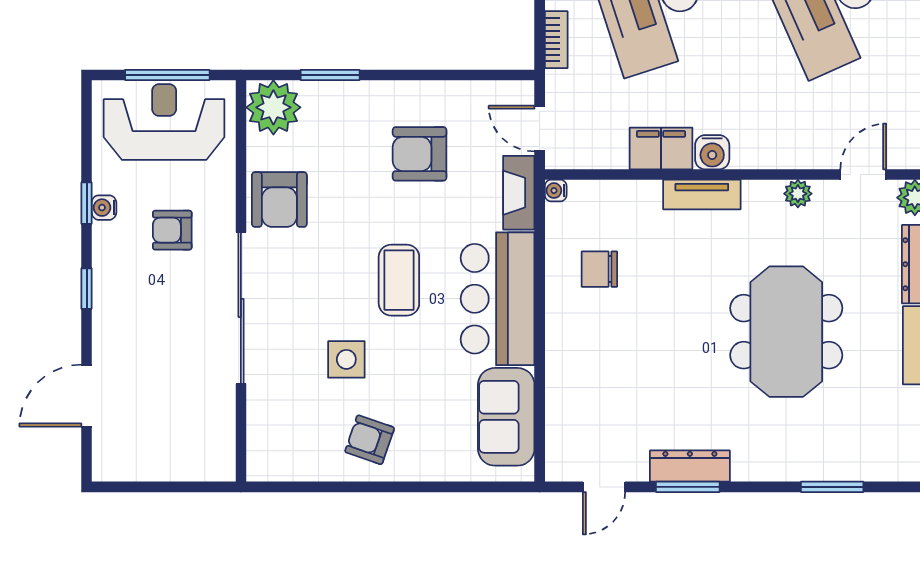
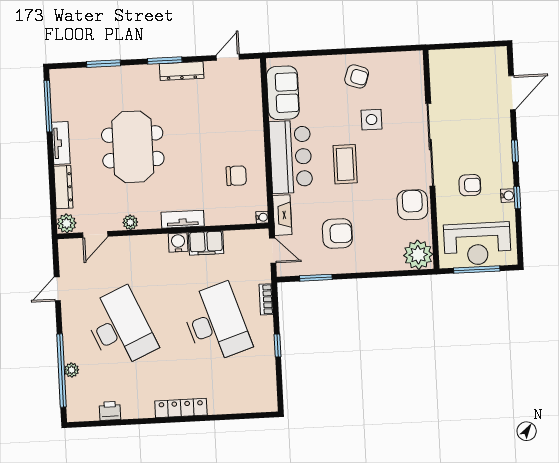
window: (330, 75) -> (316, 278), moved
window: (688, 487) -> (165, 60), moved

